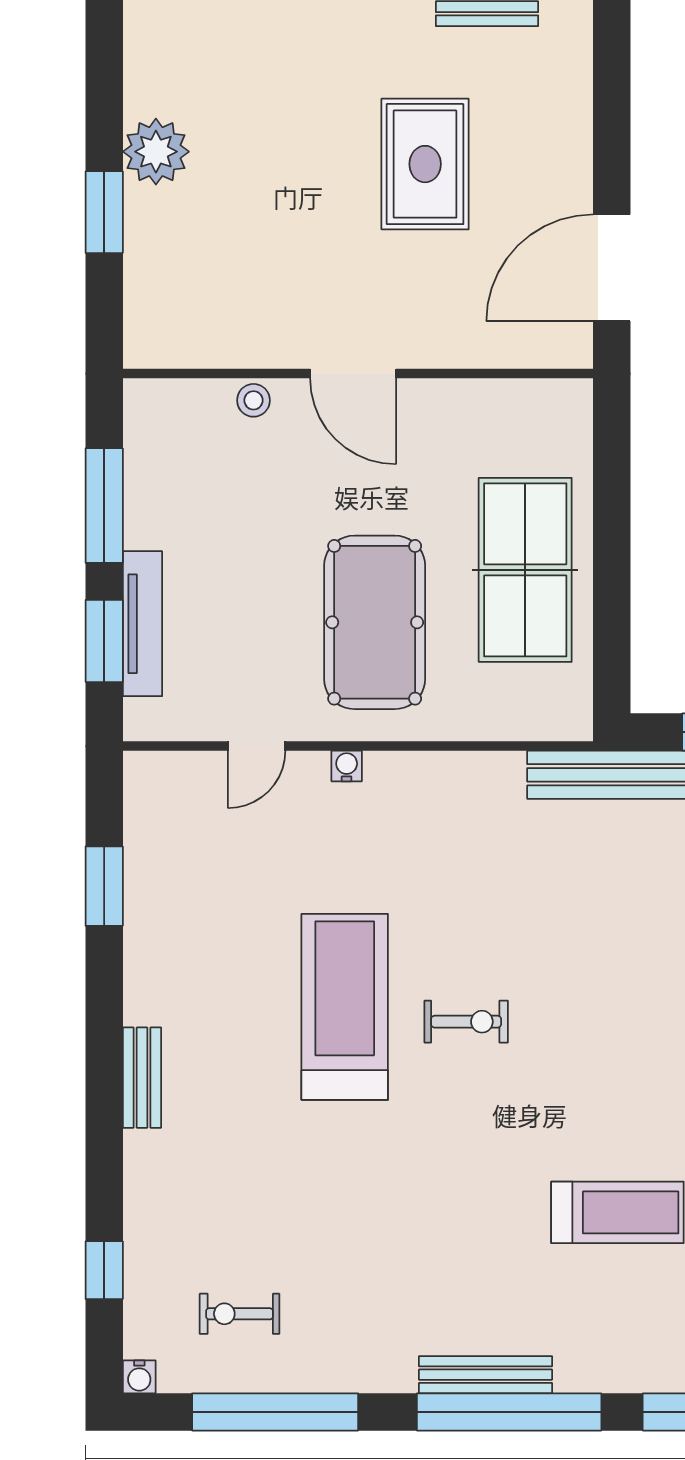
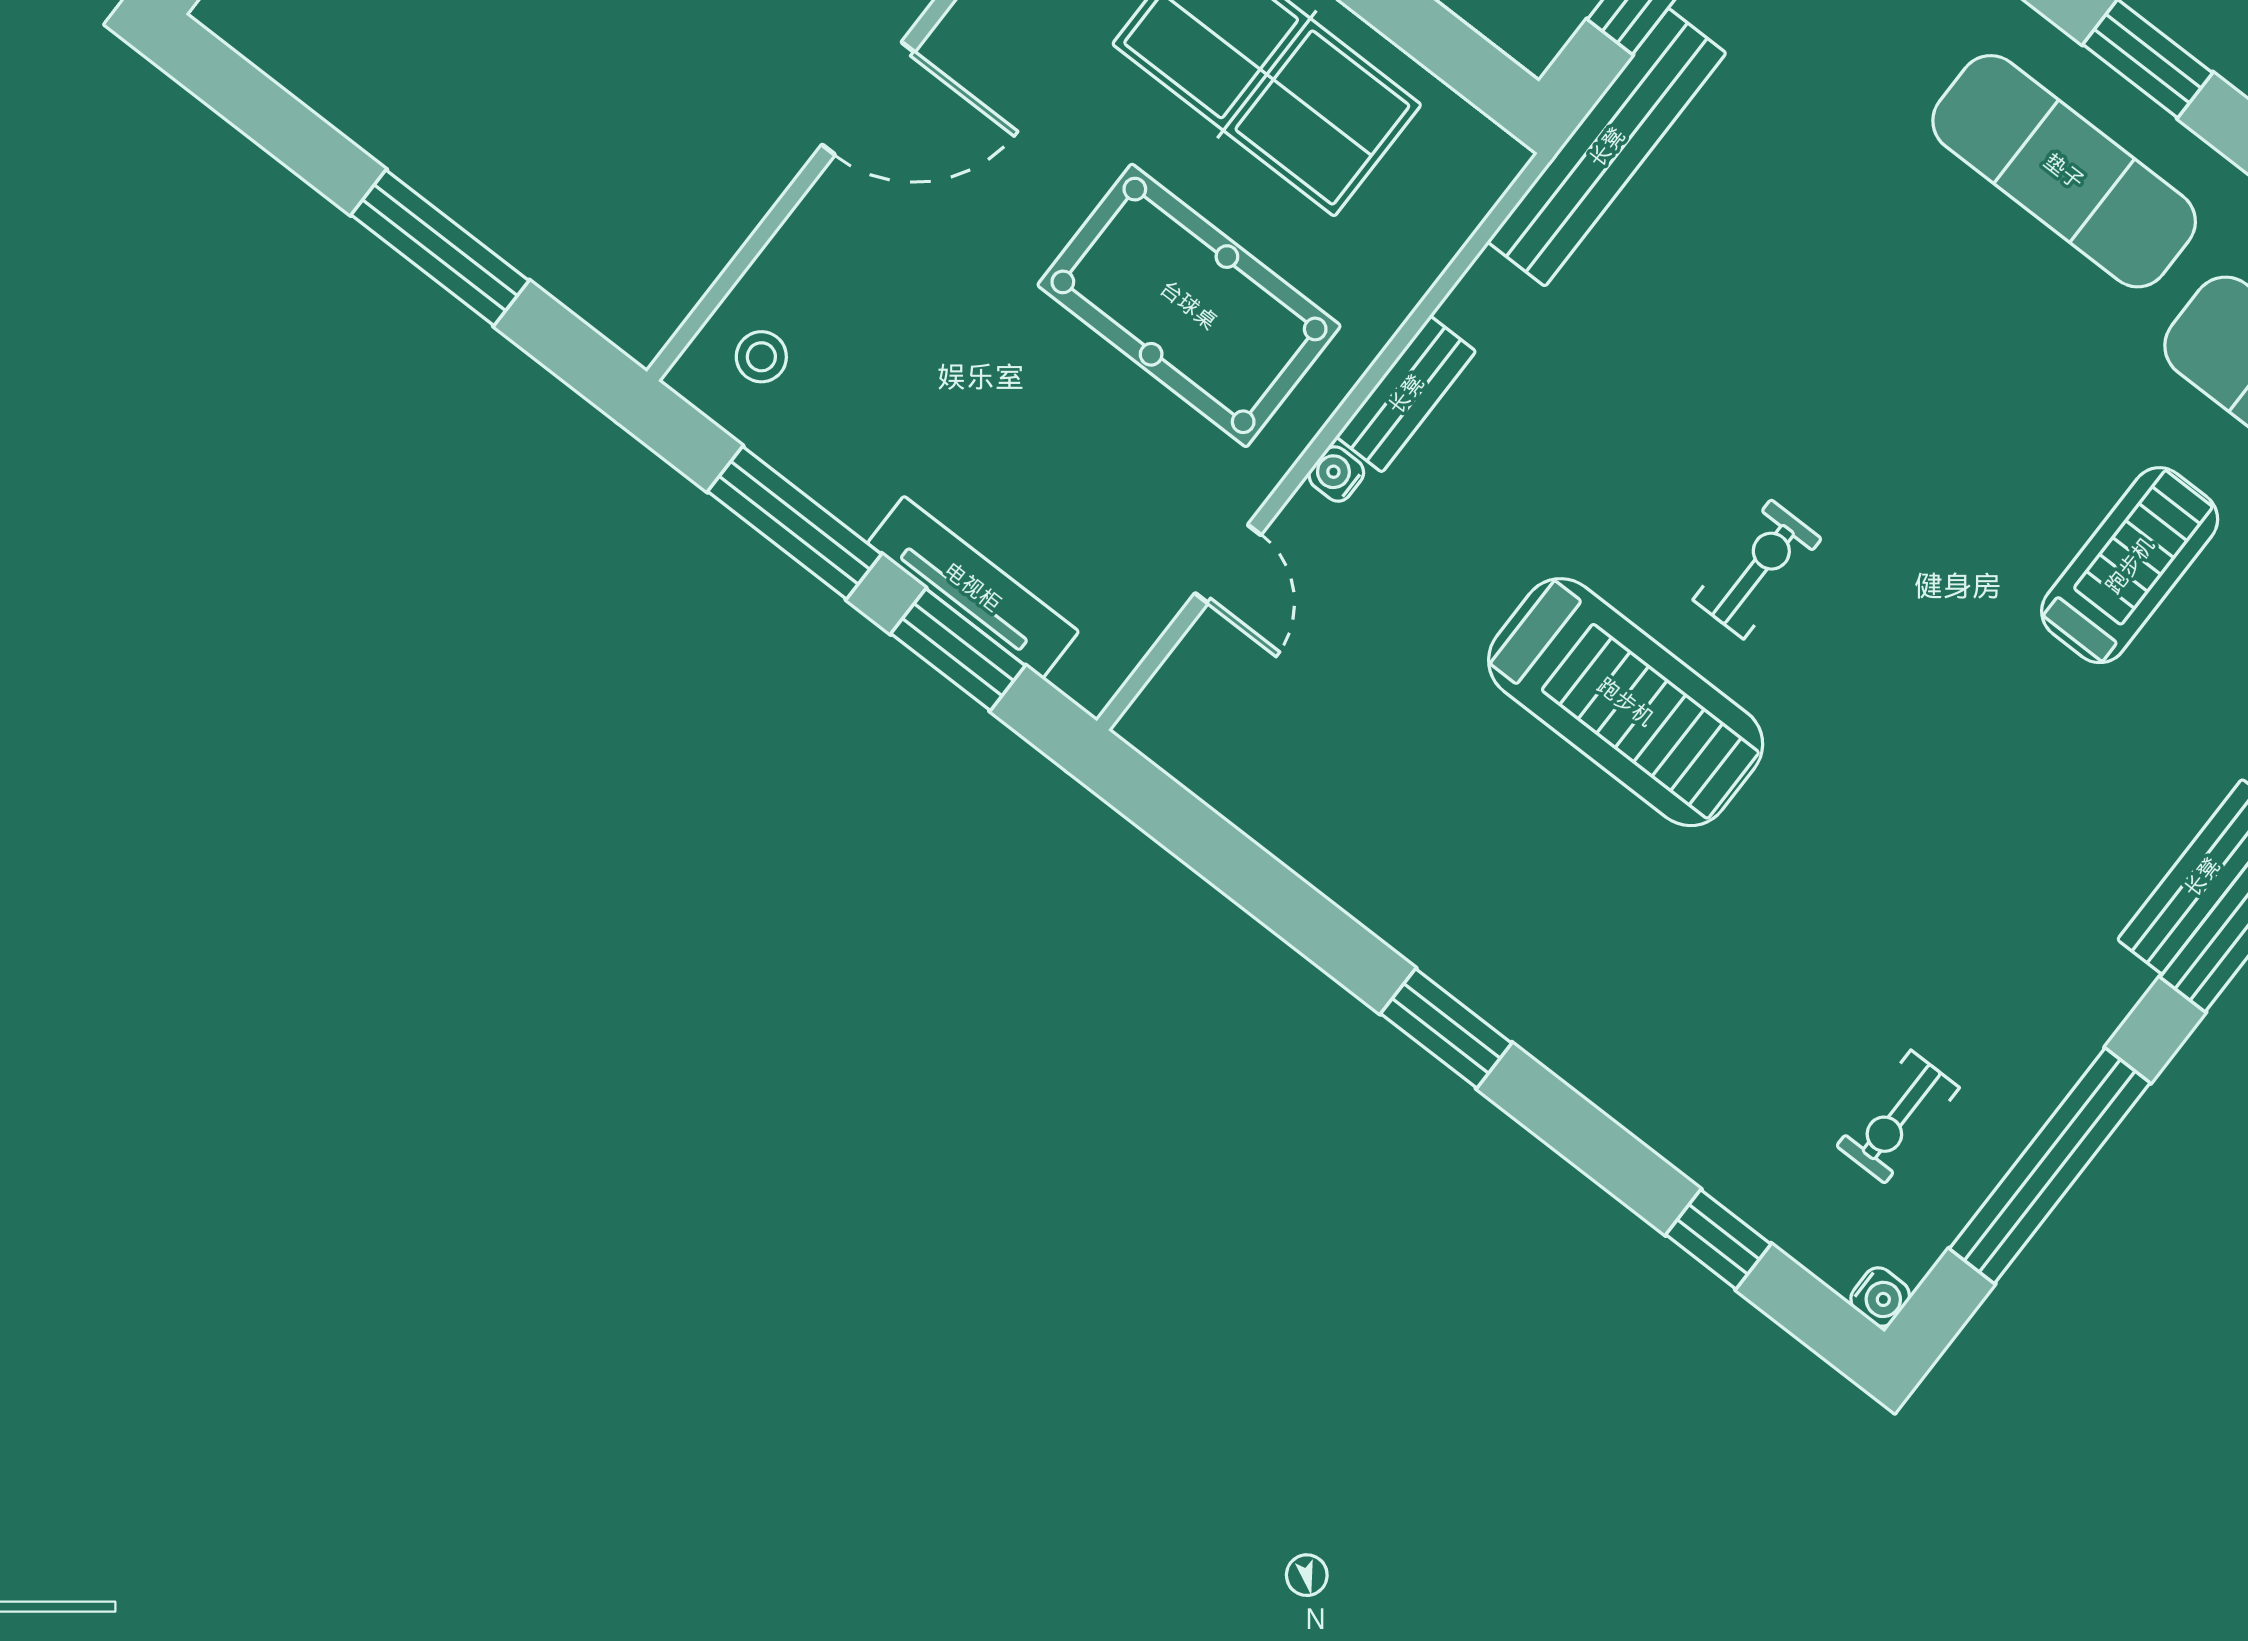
plant: (156, 152) -> (415, 128), removed
window: (104, 212) -> (440, 248), width x1.44
stool: (253, 400) -> (761, 357), moved
window: (104, 886) -> (1446, 1028), moved
treadmill: (345, 1007) -> (1626, 702), turned 180
bench: (142, 1078) -> (1406, 394), moved, turned 90

